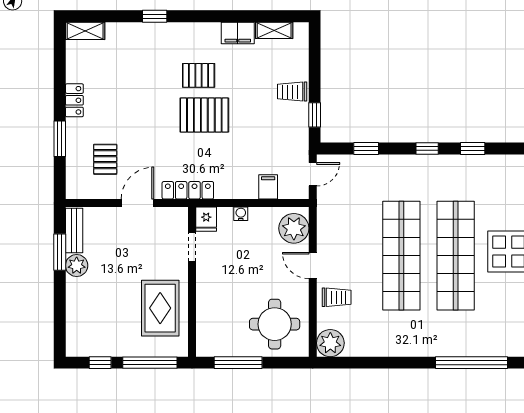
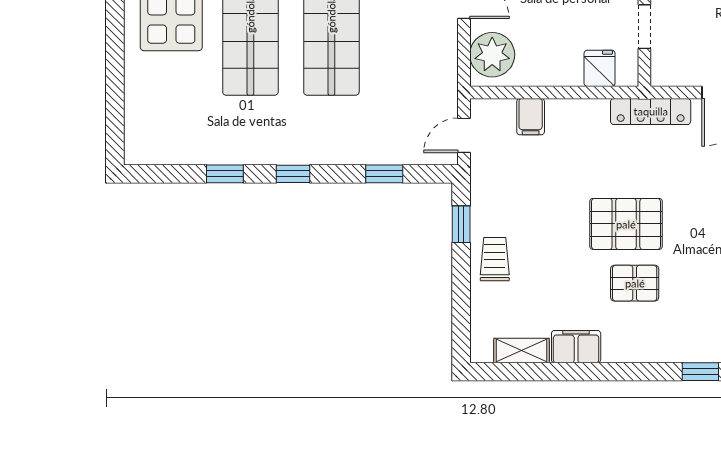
trolley: (292, 92) -> (495, 259), turned -90
water cooler: (241, 214) -> (571, 76), removed
fridge: (206, 219) -> (600, 68), moved

